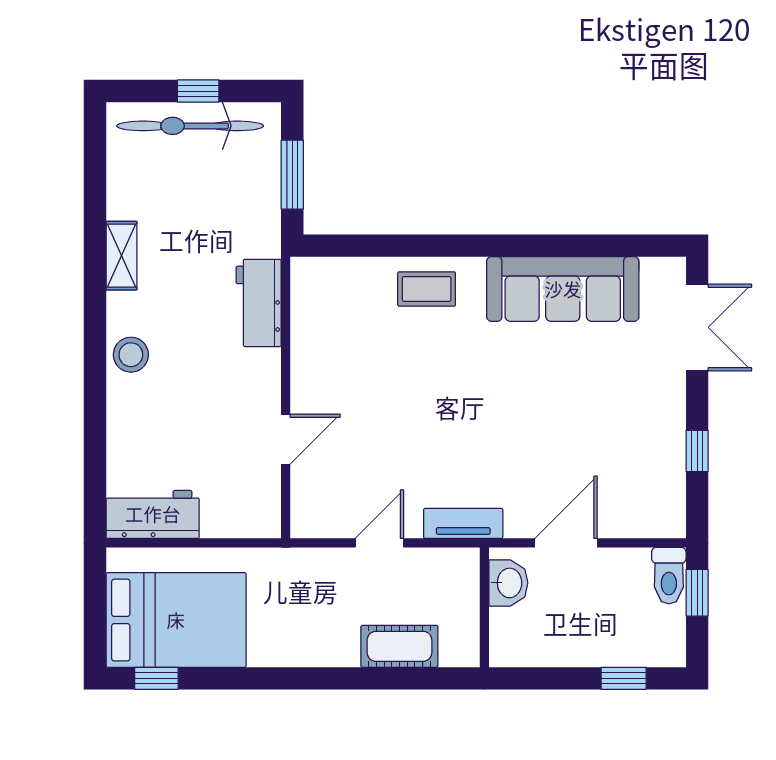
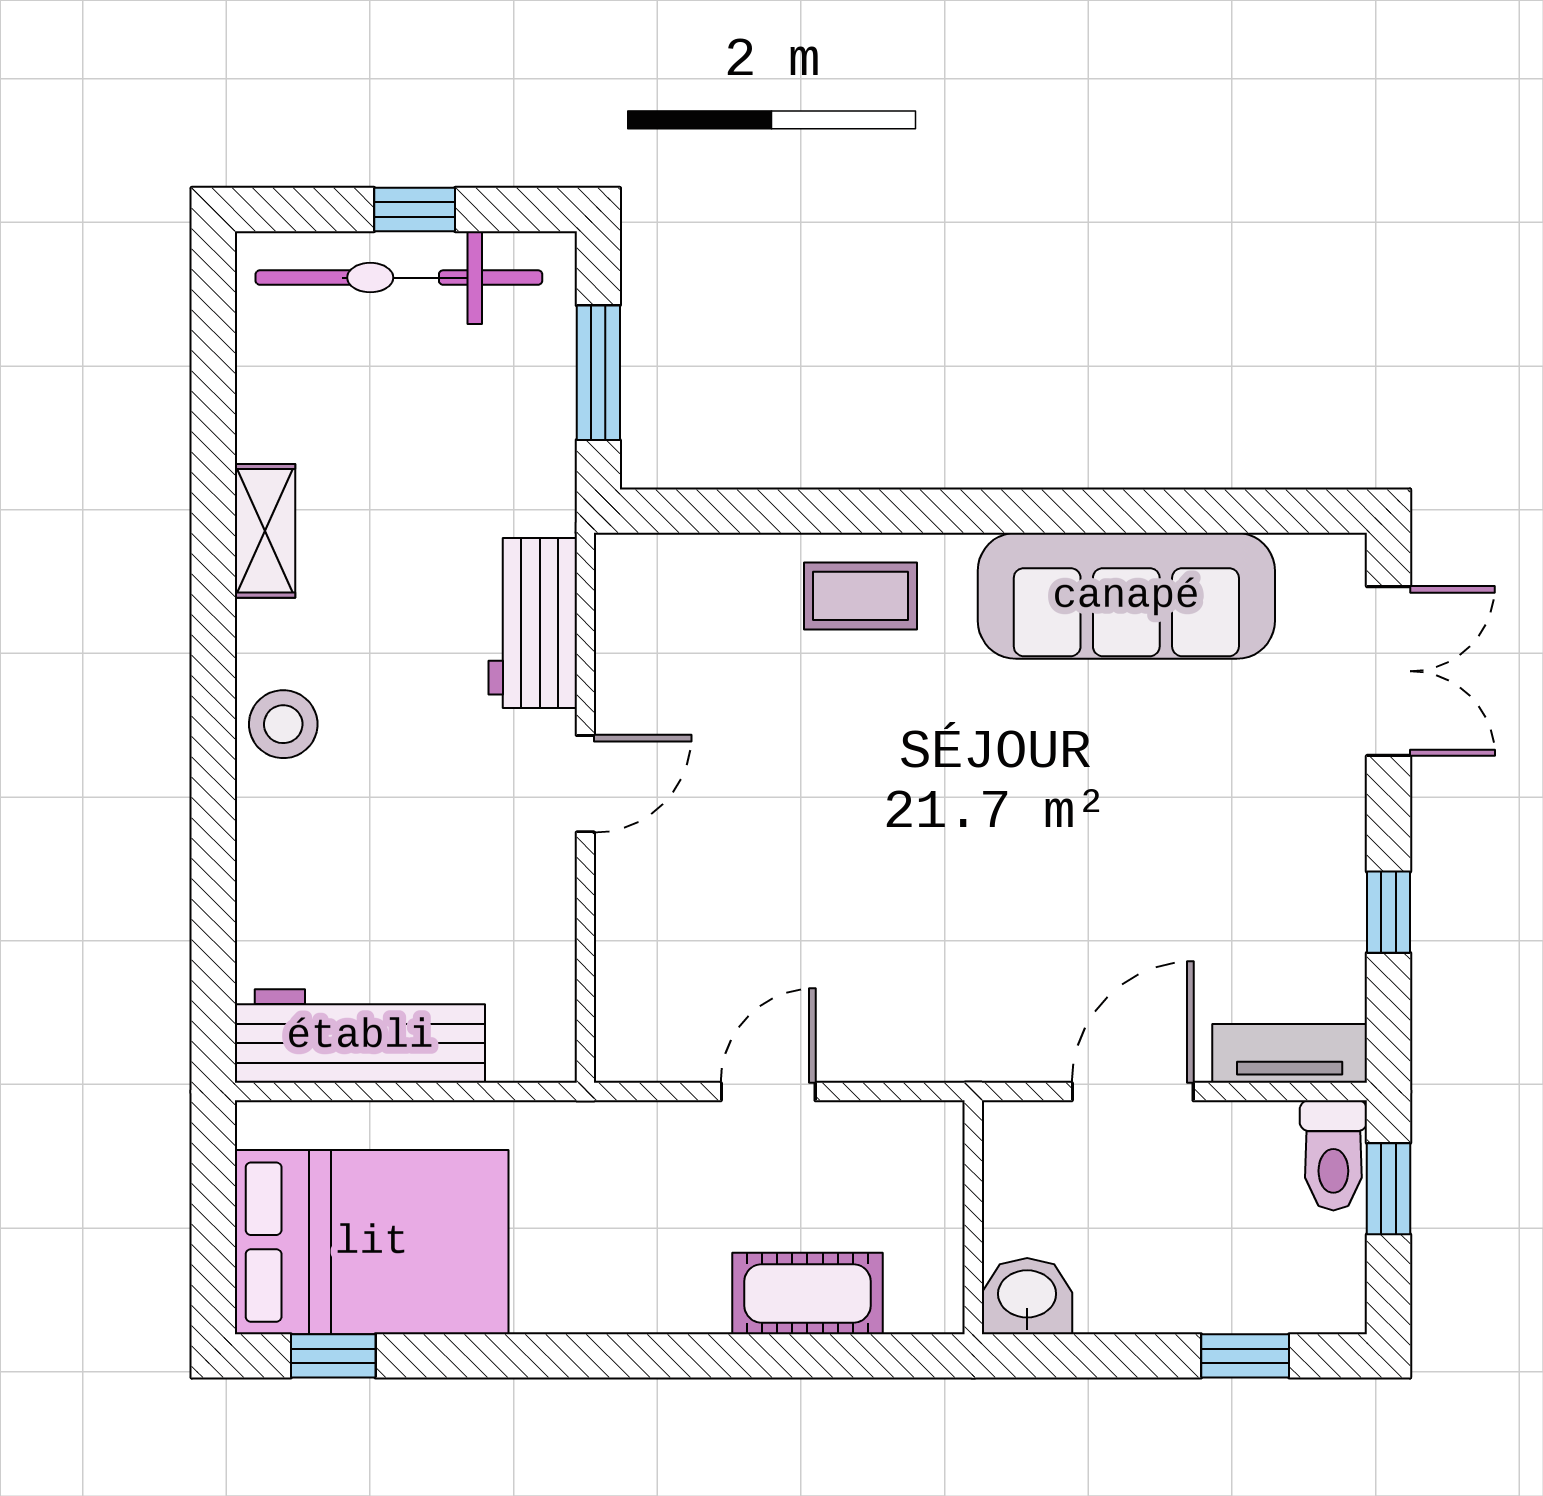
door: (286, 439) -> (585, 784), moved
workbench: (153, 514) -> (360, 1036), width x1.37
tv unit: (463, 523) -> (1290, 1053), moved
washbasin: (508, 583) -> (1027, 1296), moved, turned -90

